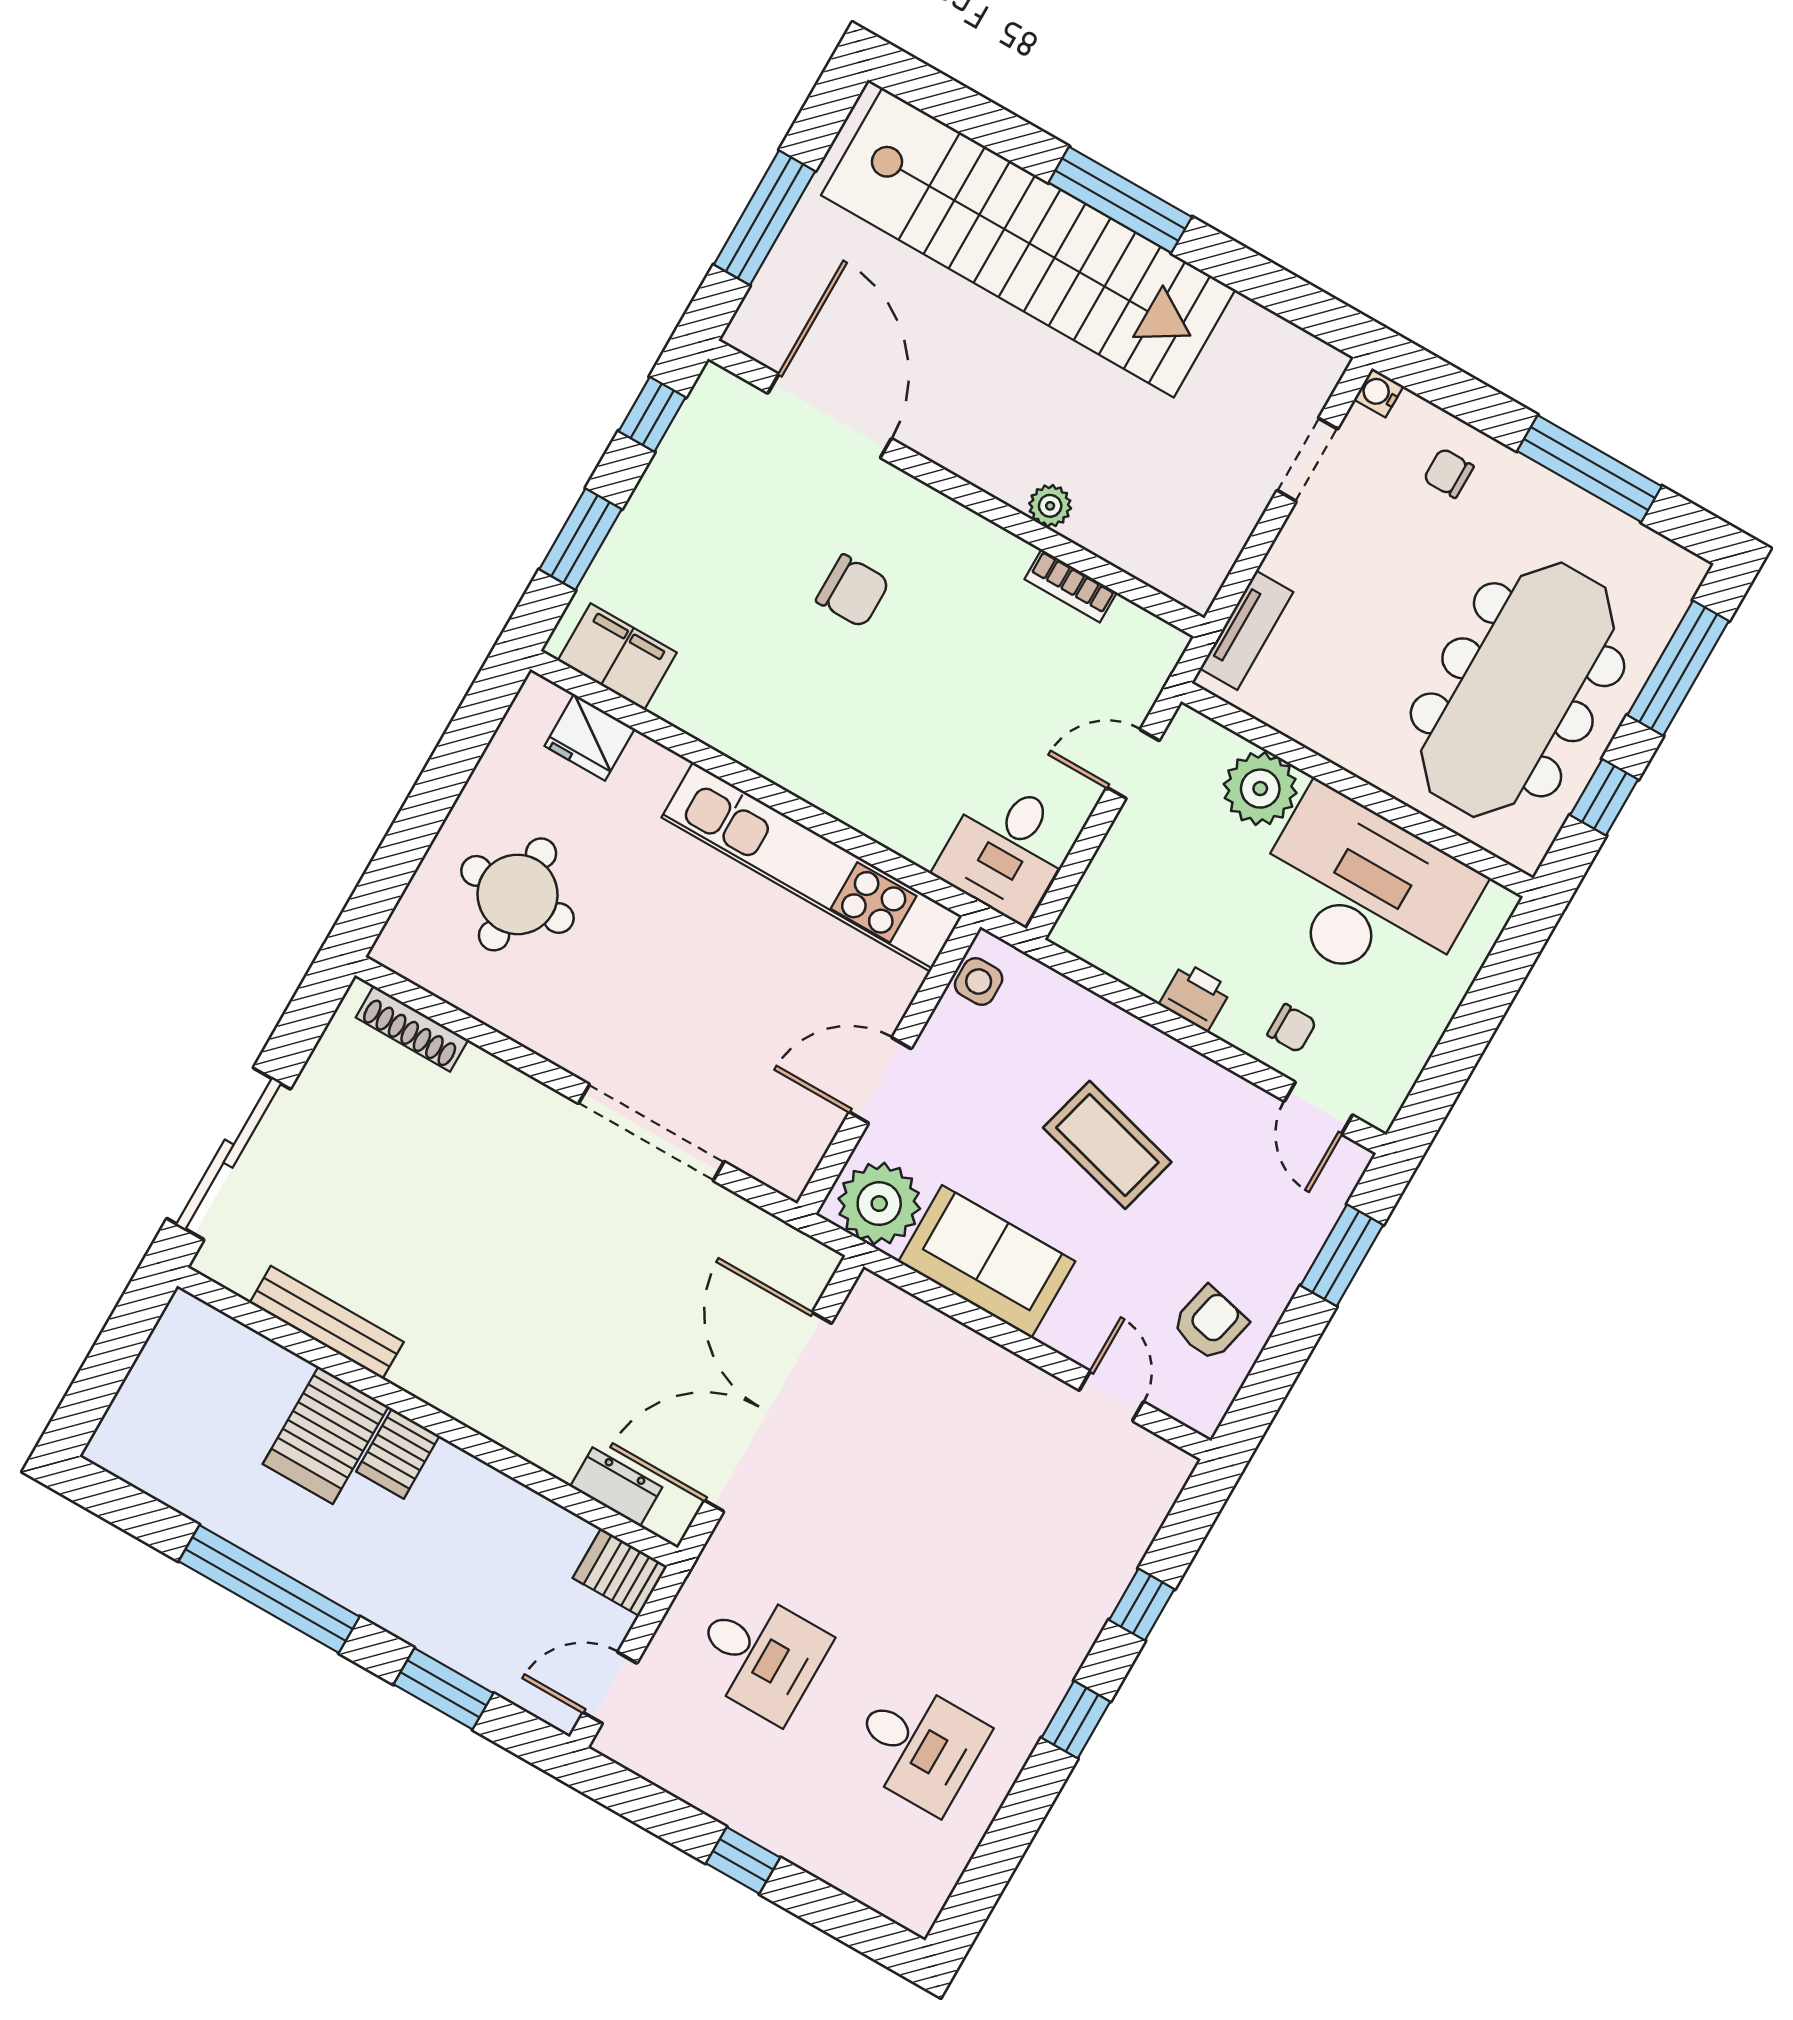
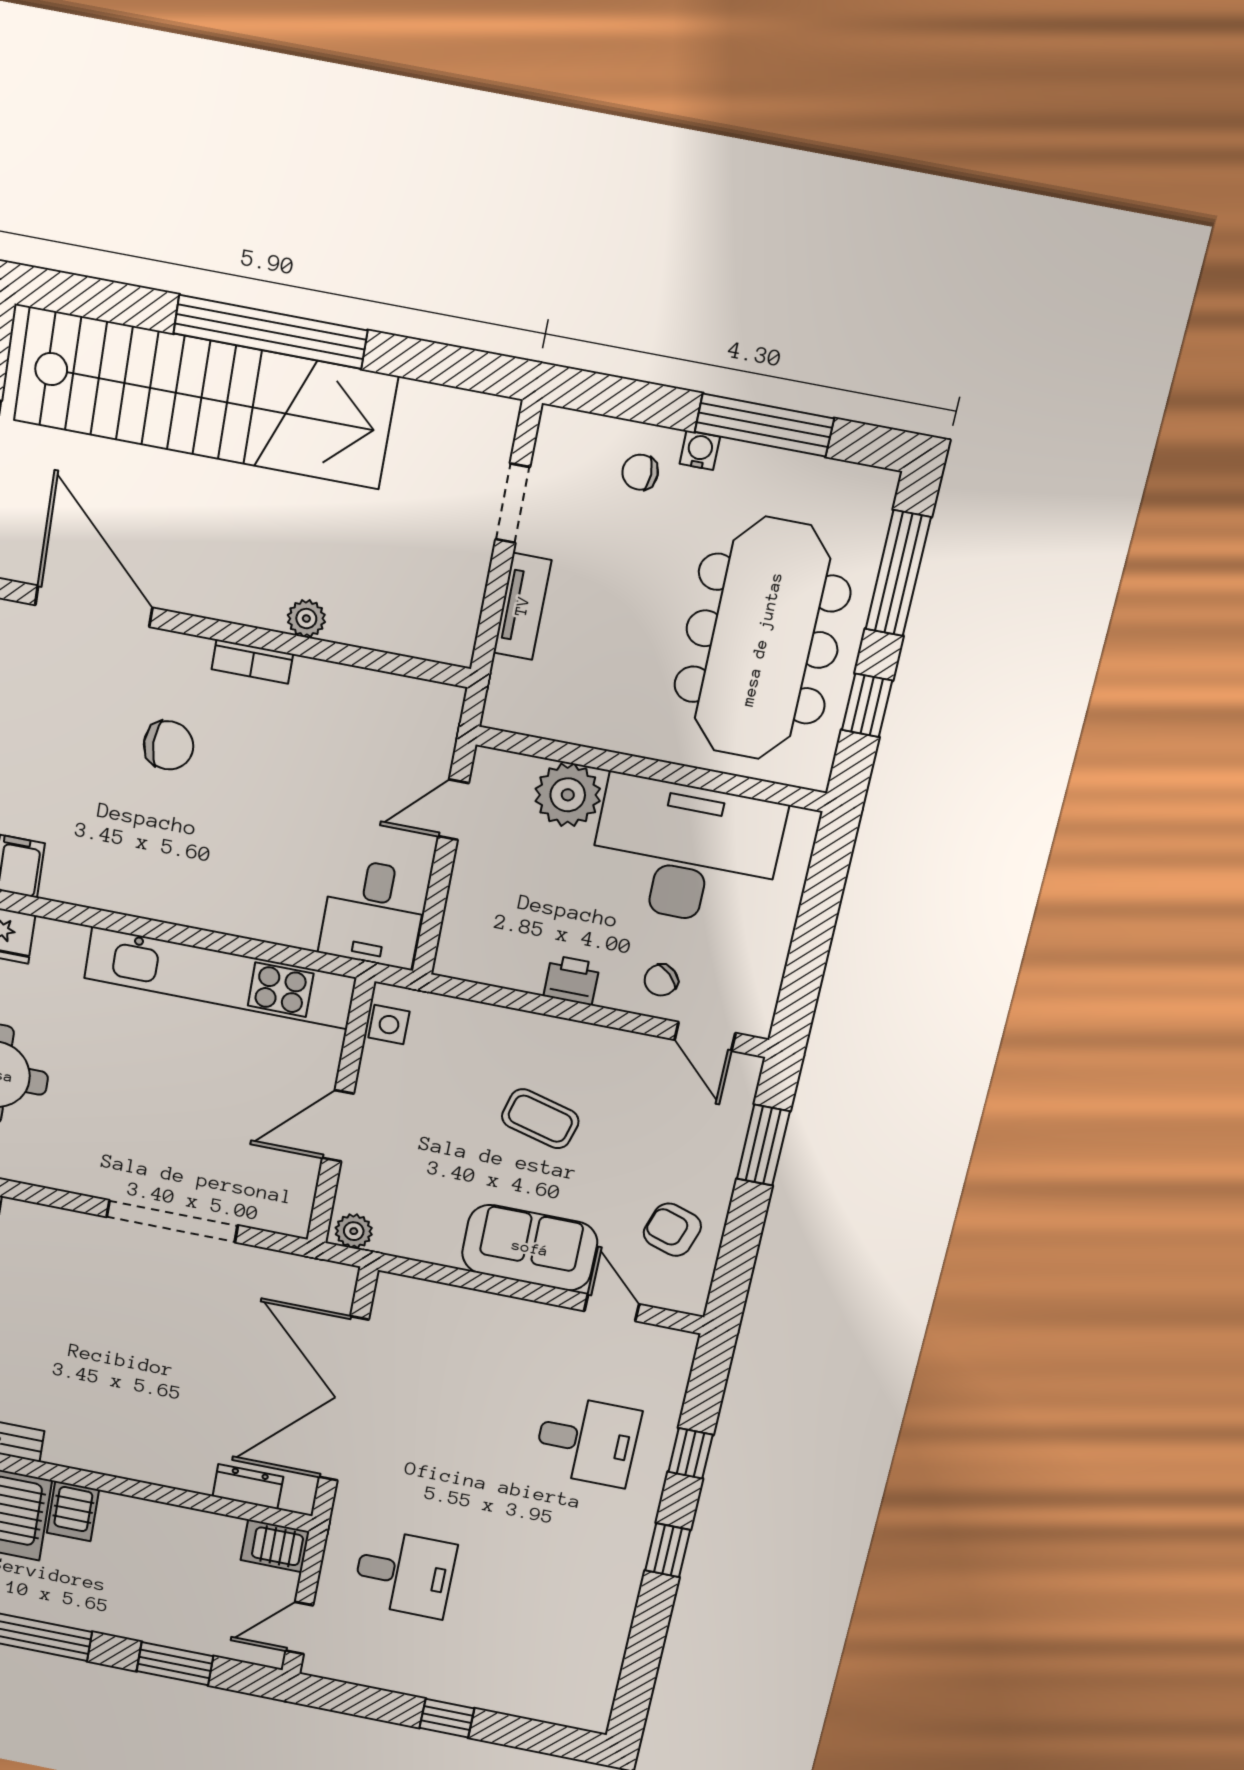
window: (1120, 200) -> (270, 332), width x1.46
water cooler: (1379, 393) -> (700, 450), moved, turned 90
bookcase: (1071, 586) -> (252, 662), moved
tv unit: (1247, 630) -> (522, 606), moved
chair: (1292, 1028) -> (661, 980), turned 134
coffee table: (1107, 1145) -> (540, 1119), width x0.73, depth x0.77
plant: (879, 1204) -> (354, 1231), width x0.53, depth x0.53
sofa: (987, 1261) -> (530, 1248), moved
armchair: (1210, 1323) -> (672, 1230), turned -85
desk: (918, 1746) -> (587, 1441), moved

